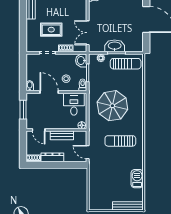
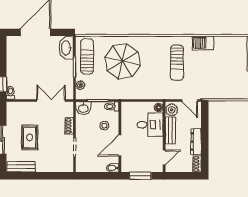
rug: (51, 30) -> (30, 137), moved
double door: (88, 33) -> (51, 100), swing flipped
washbasin: (115, 46) -> (66, 48), moved
desk: (74, 104) -> (150, 125), moved, turned 180
parasol: (112, 106) -> (123, 61), moved
plant: (80, 136) -> (172, 110), added
door: (88, 152) -> (190, 100), hinge flipped
barbecue: (137, 179) -> (203, 43), moved

